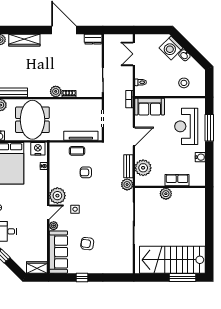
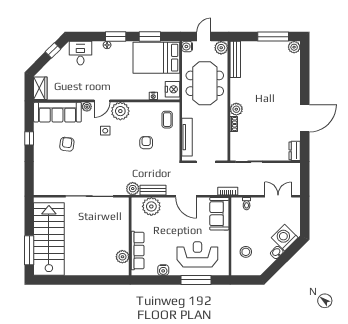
wardrobe: (24, 40) -> (293, 74), removed
meeting table: (32, 120) -> (205, 83), turned 90
coffee table: (77, 151) -> (167, 120), moved
row of seats: (177, 180) -> (138, 250), width x1.48
plant: (166, 194) -> (122, 257), moved
door: (48, 212) -> (102, 101), hinge flipped

